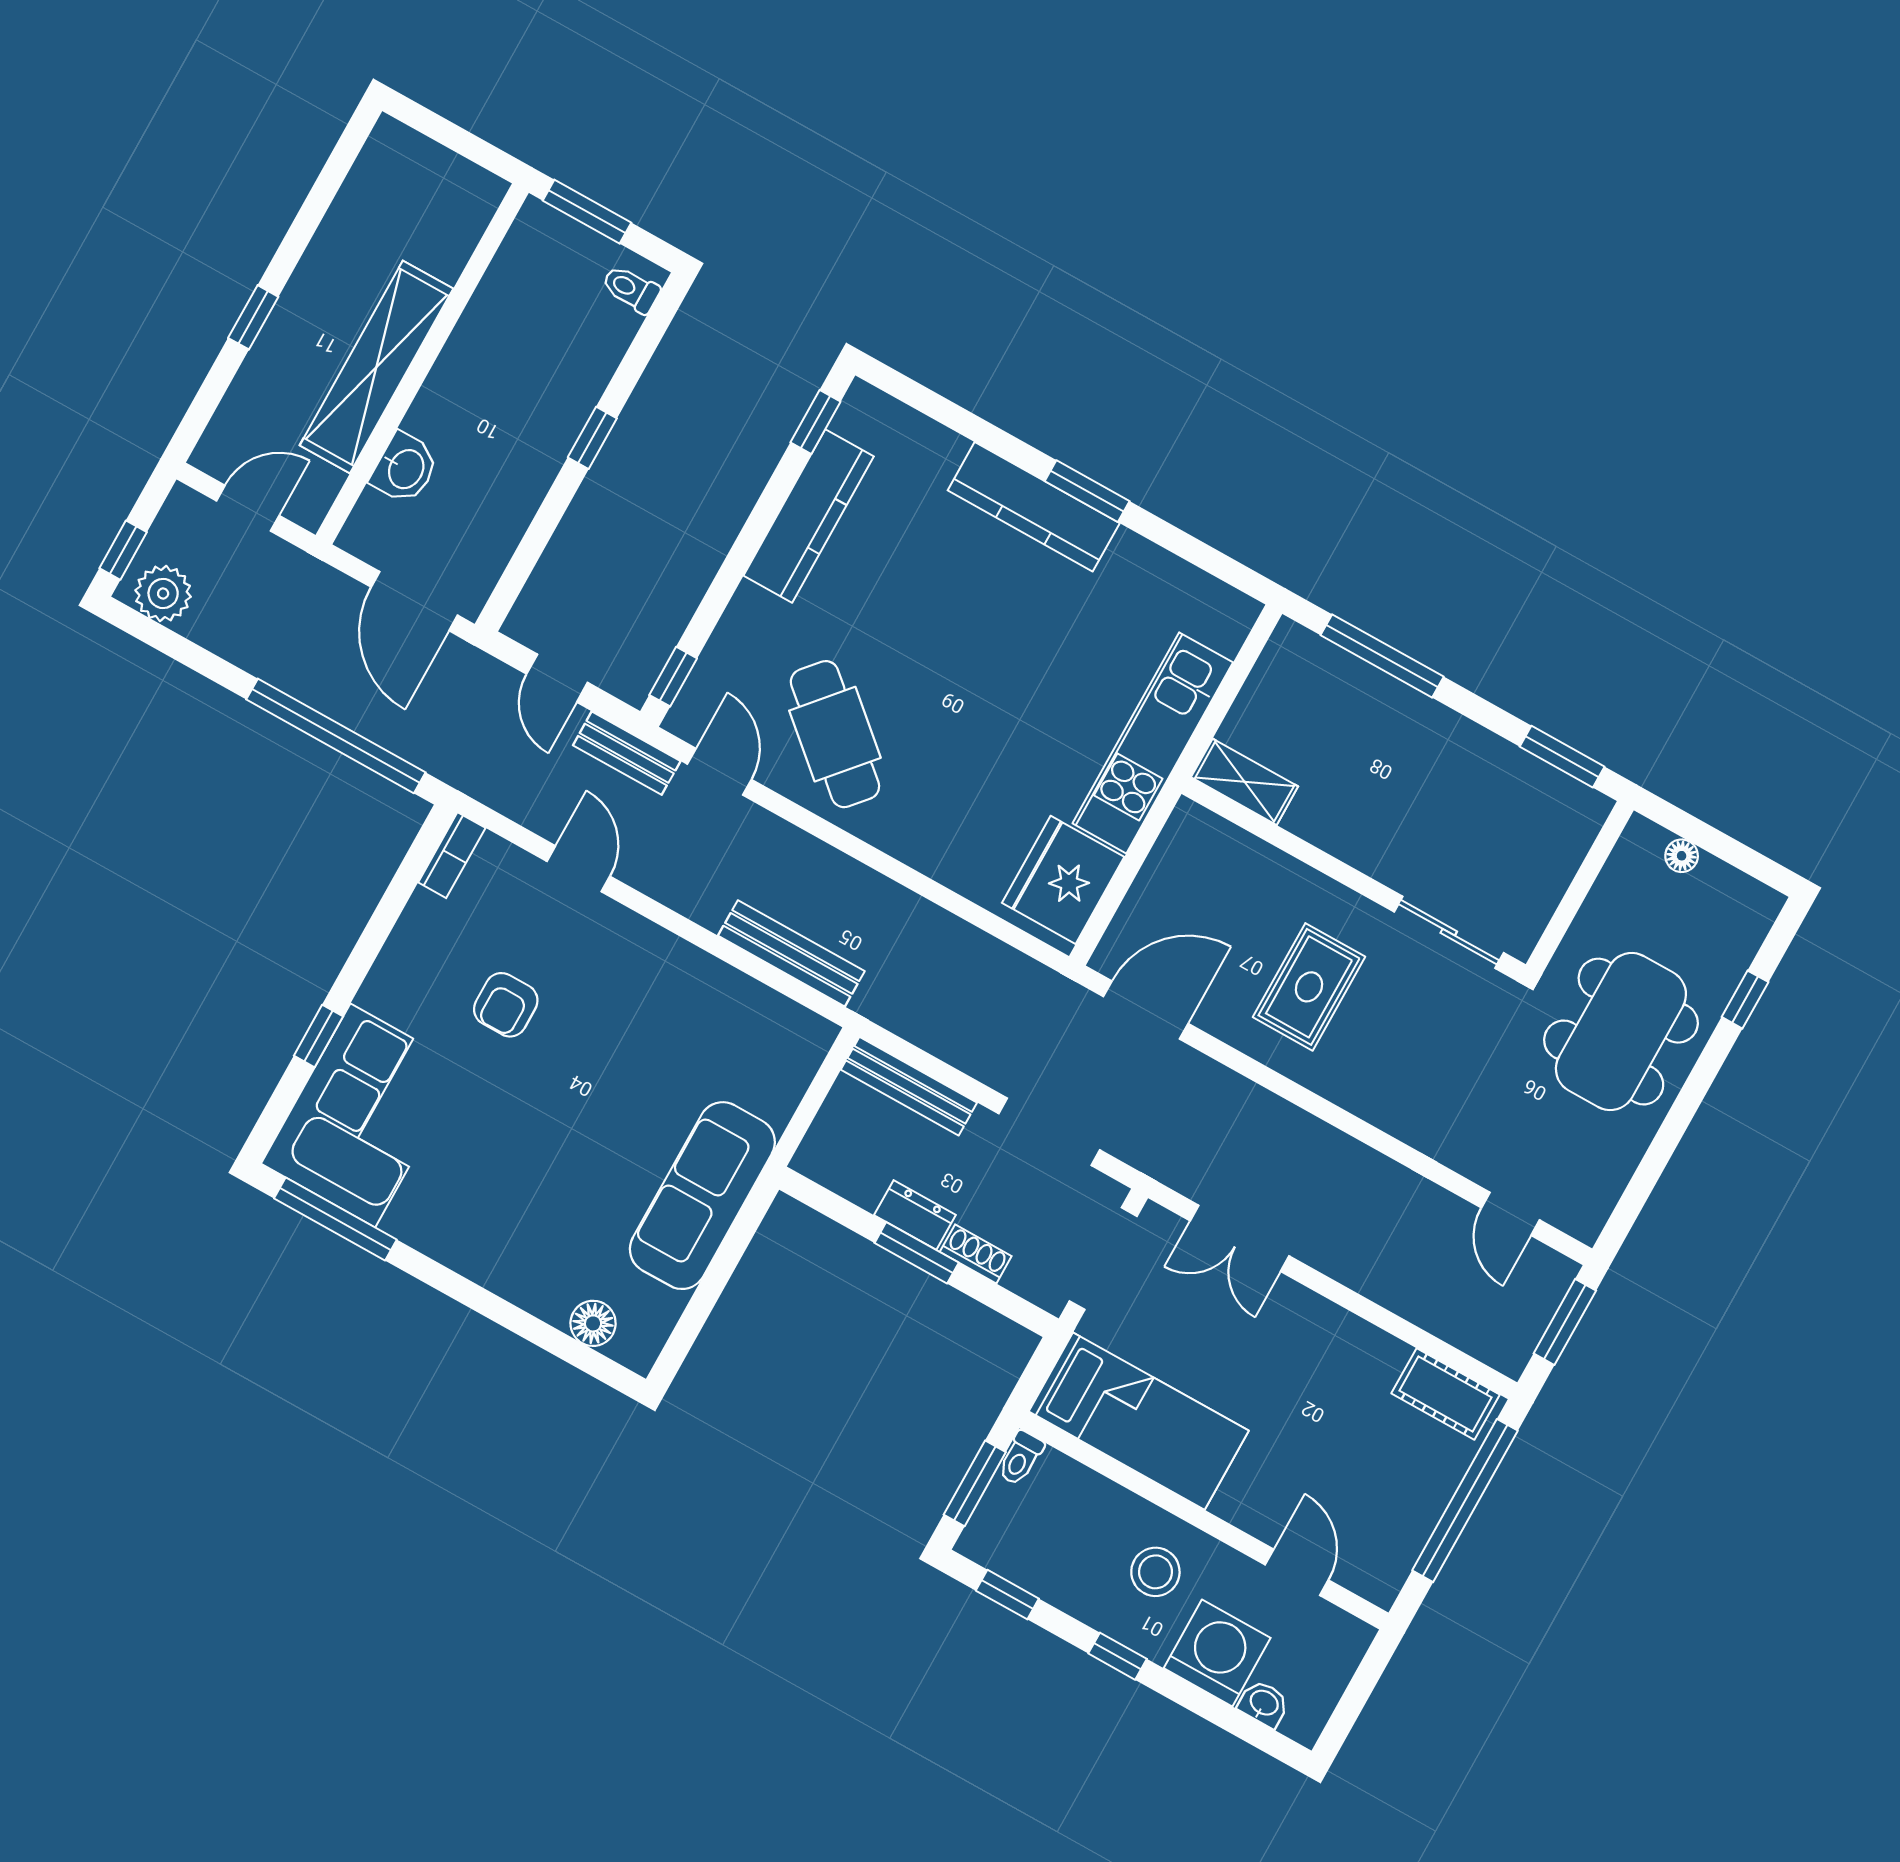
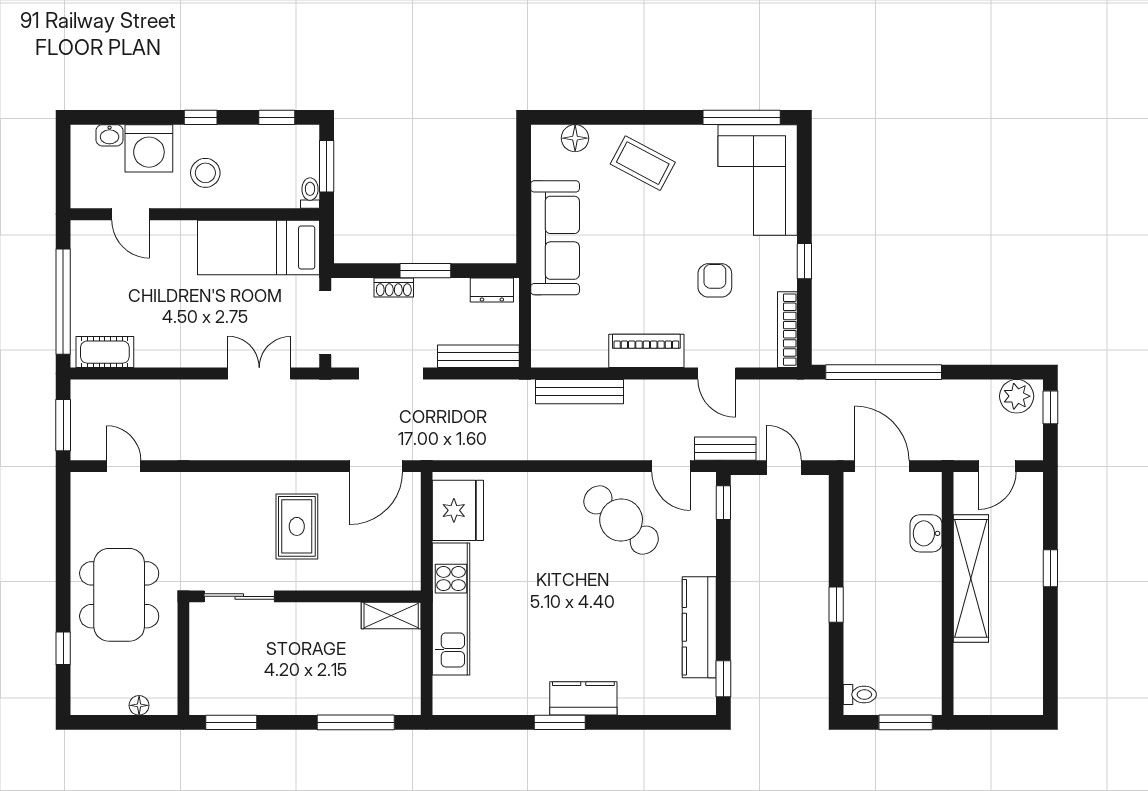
kitchen counter: (1034, 507) -> (583, 698), width x0.67
bookcase: (452, 855) -> (787, 330), width x1.56
piano: (662, 958) -> (646, 351), added
window: (318, 1036) -> (804, 261), moved
dresser: (915, 1215) -> (492, 290), moved
coffee table: (515, 1233) -> (643, 163), added

